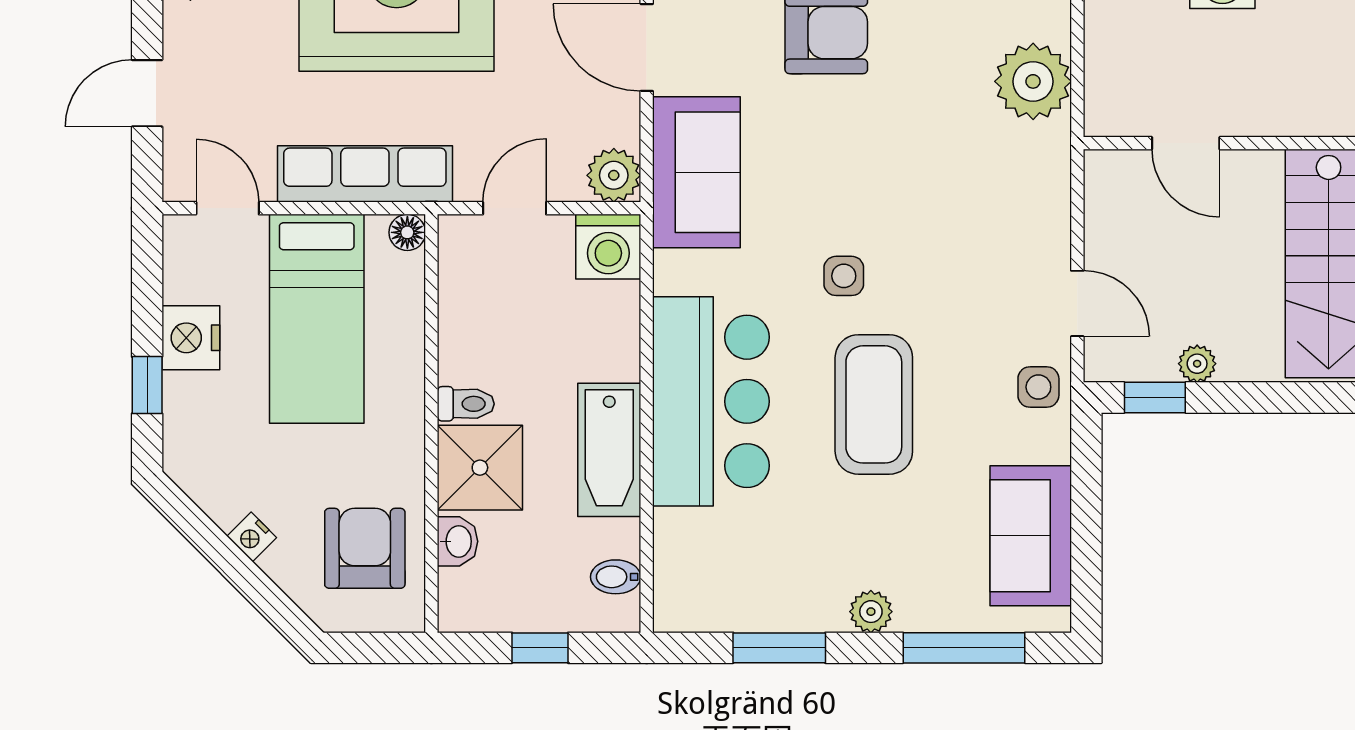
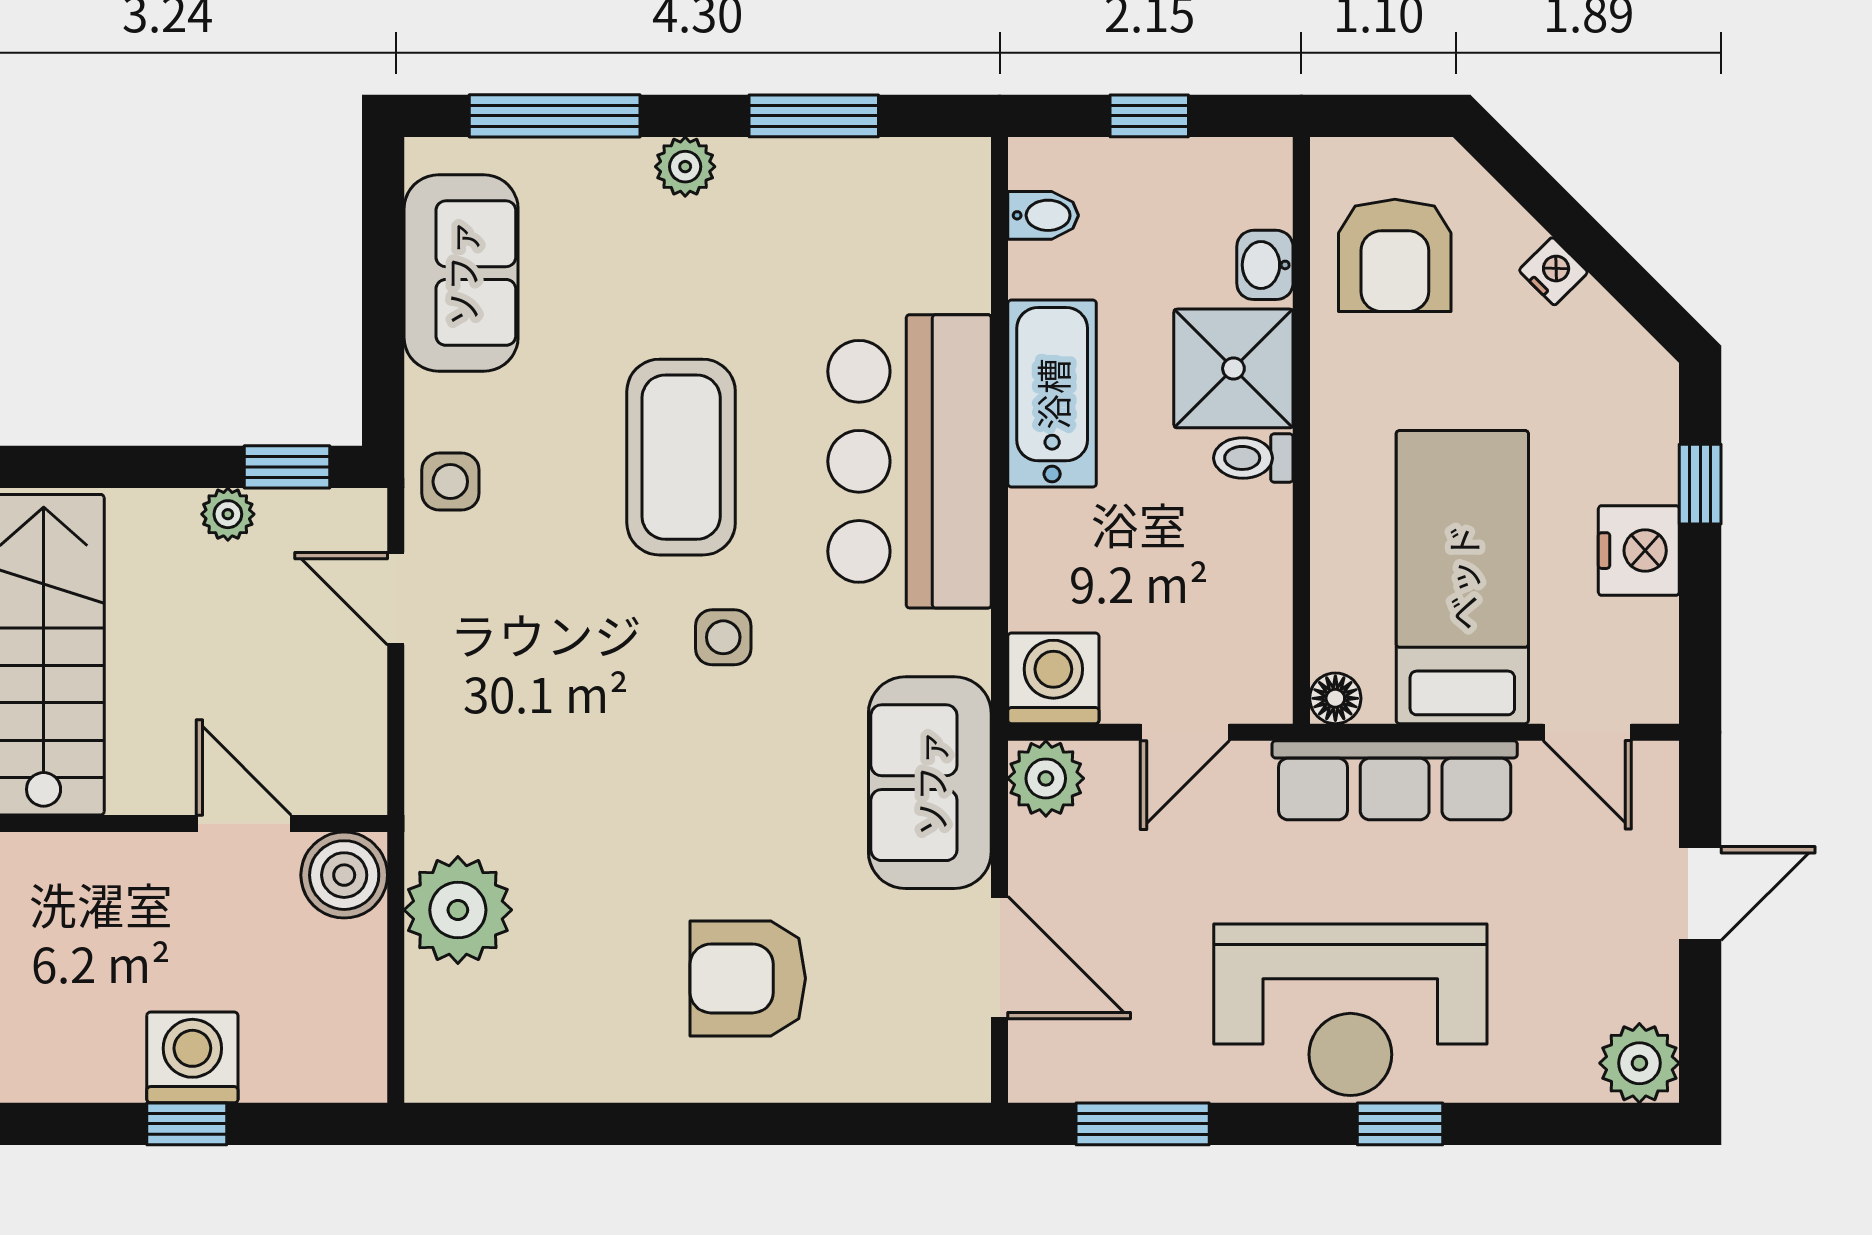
boiler: (1114, 106) -> (344, 875), added

